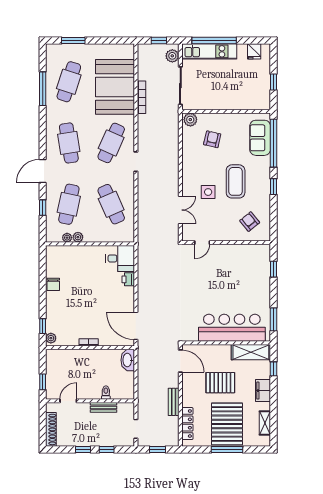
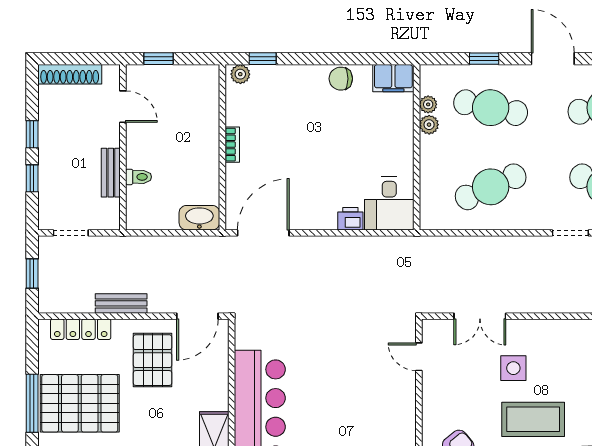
filing cabinet: (53, 256) -> (393, 78), added
pallet: (220, 383) -> (153, 360), moved

